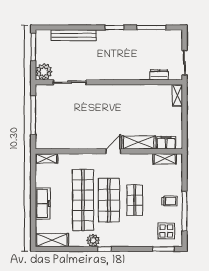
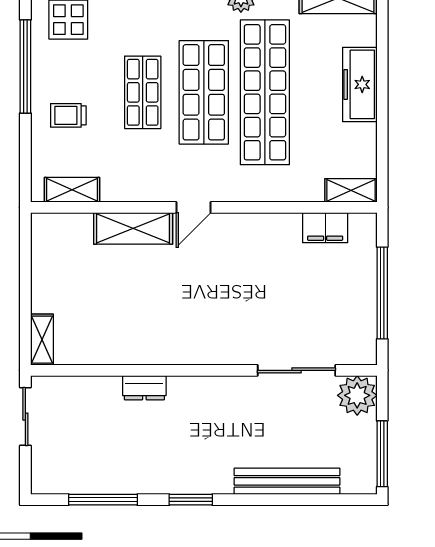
dresser: (159, 75) -> (144, 388), moved
filing cabinet: (166, 143) -> (325, 228), moved
trolley: (169, 201) -> (68, 115), moved

